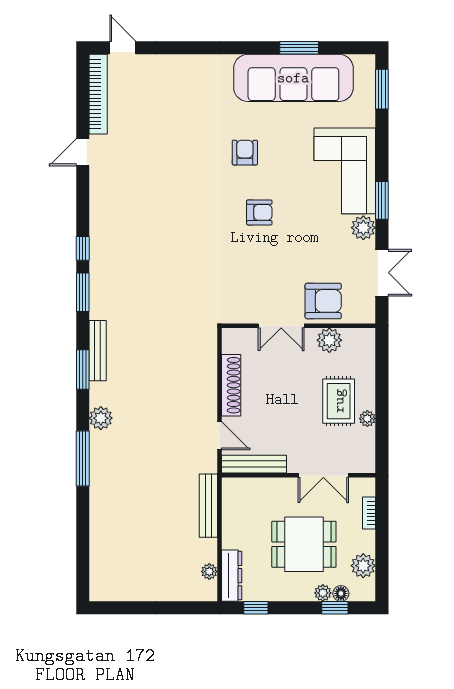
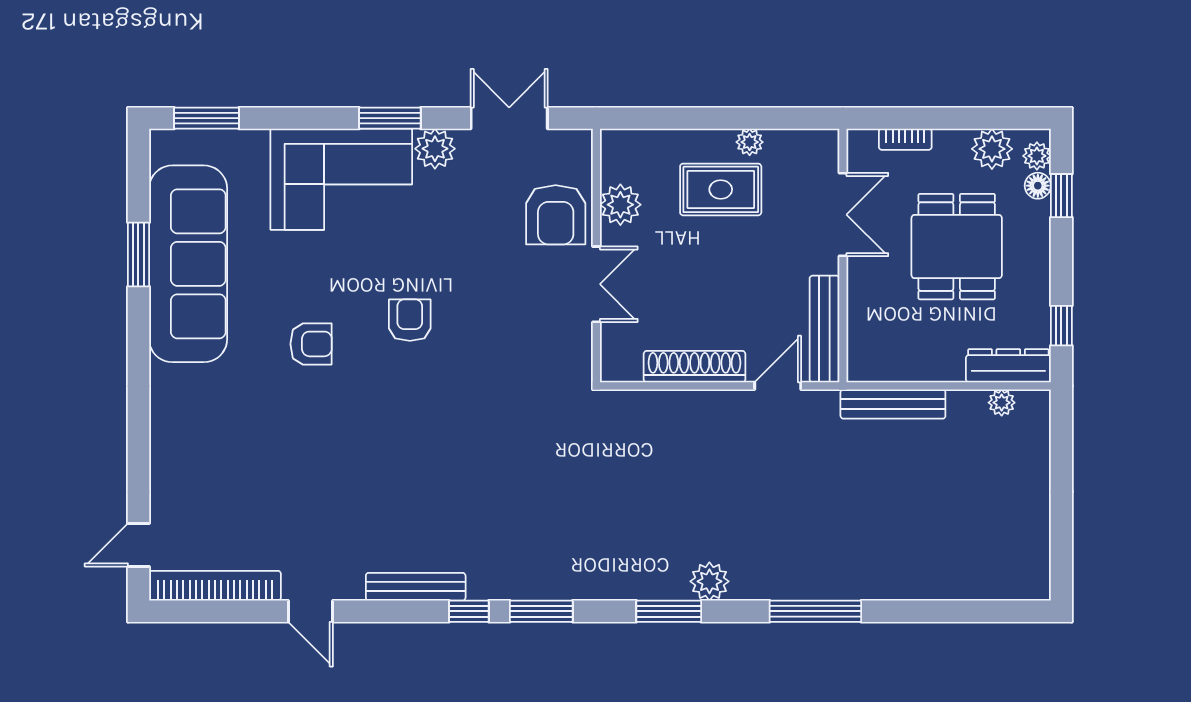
armchair: (245, 153) -> (311, 344), turned 180
armchair: (323, 301) -> (556, 215), turned 180
bench: (98, 351) -> (416, 587), moved
plant: (101, 418) -> (709, 581), moved
plant: (323, 593) -> (1037, 156), moved

